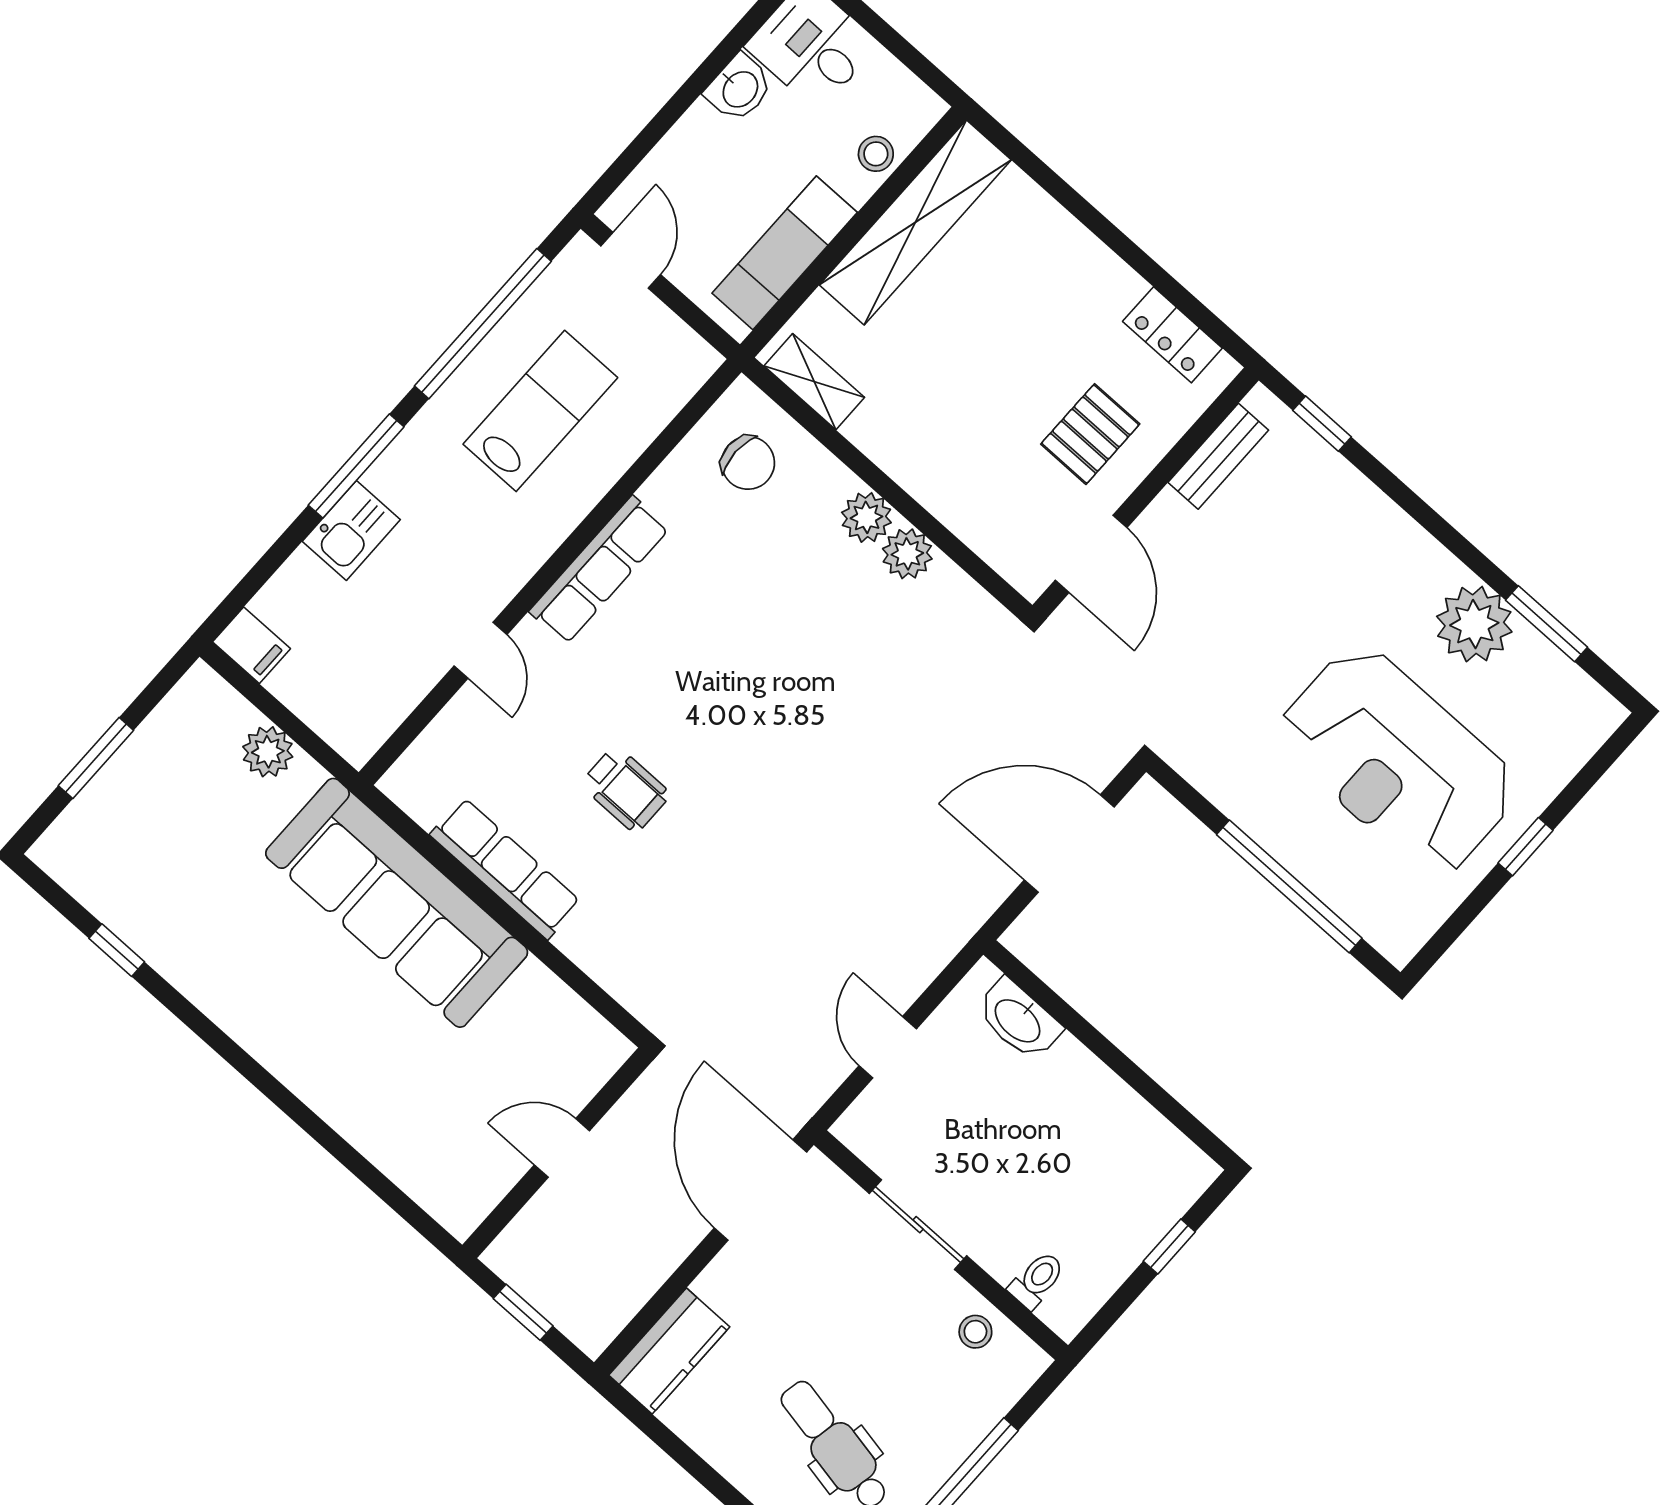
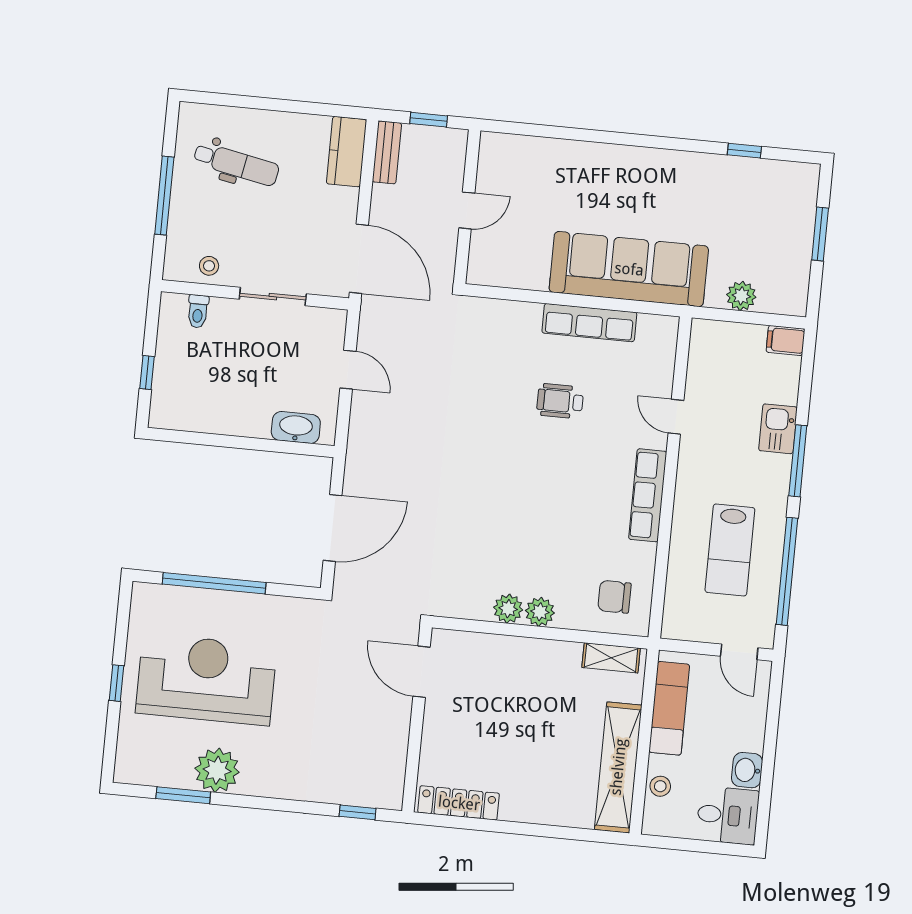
locker: (1172, 335) -> (459, 803), width x1.53
pallet: (1090, 434) -> (463, 728), removed
bench: (1218, 456) -> (387, 152), moved

